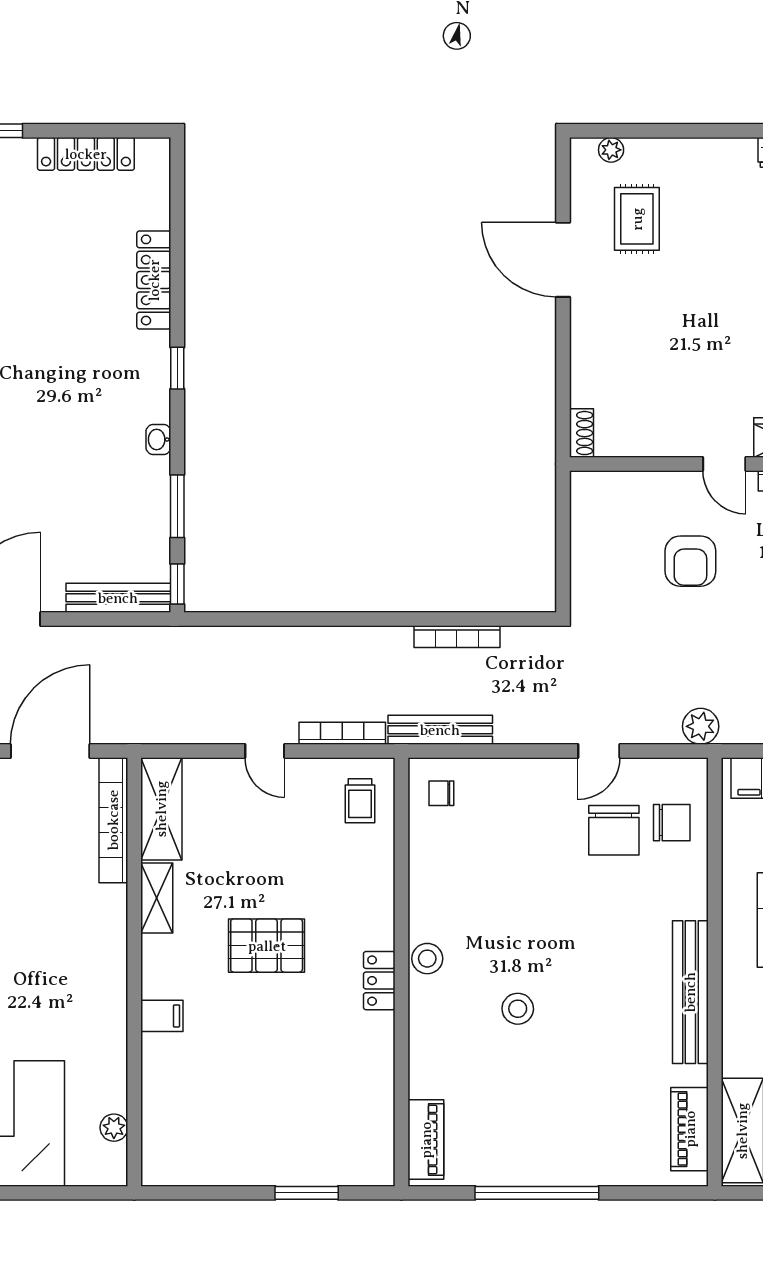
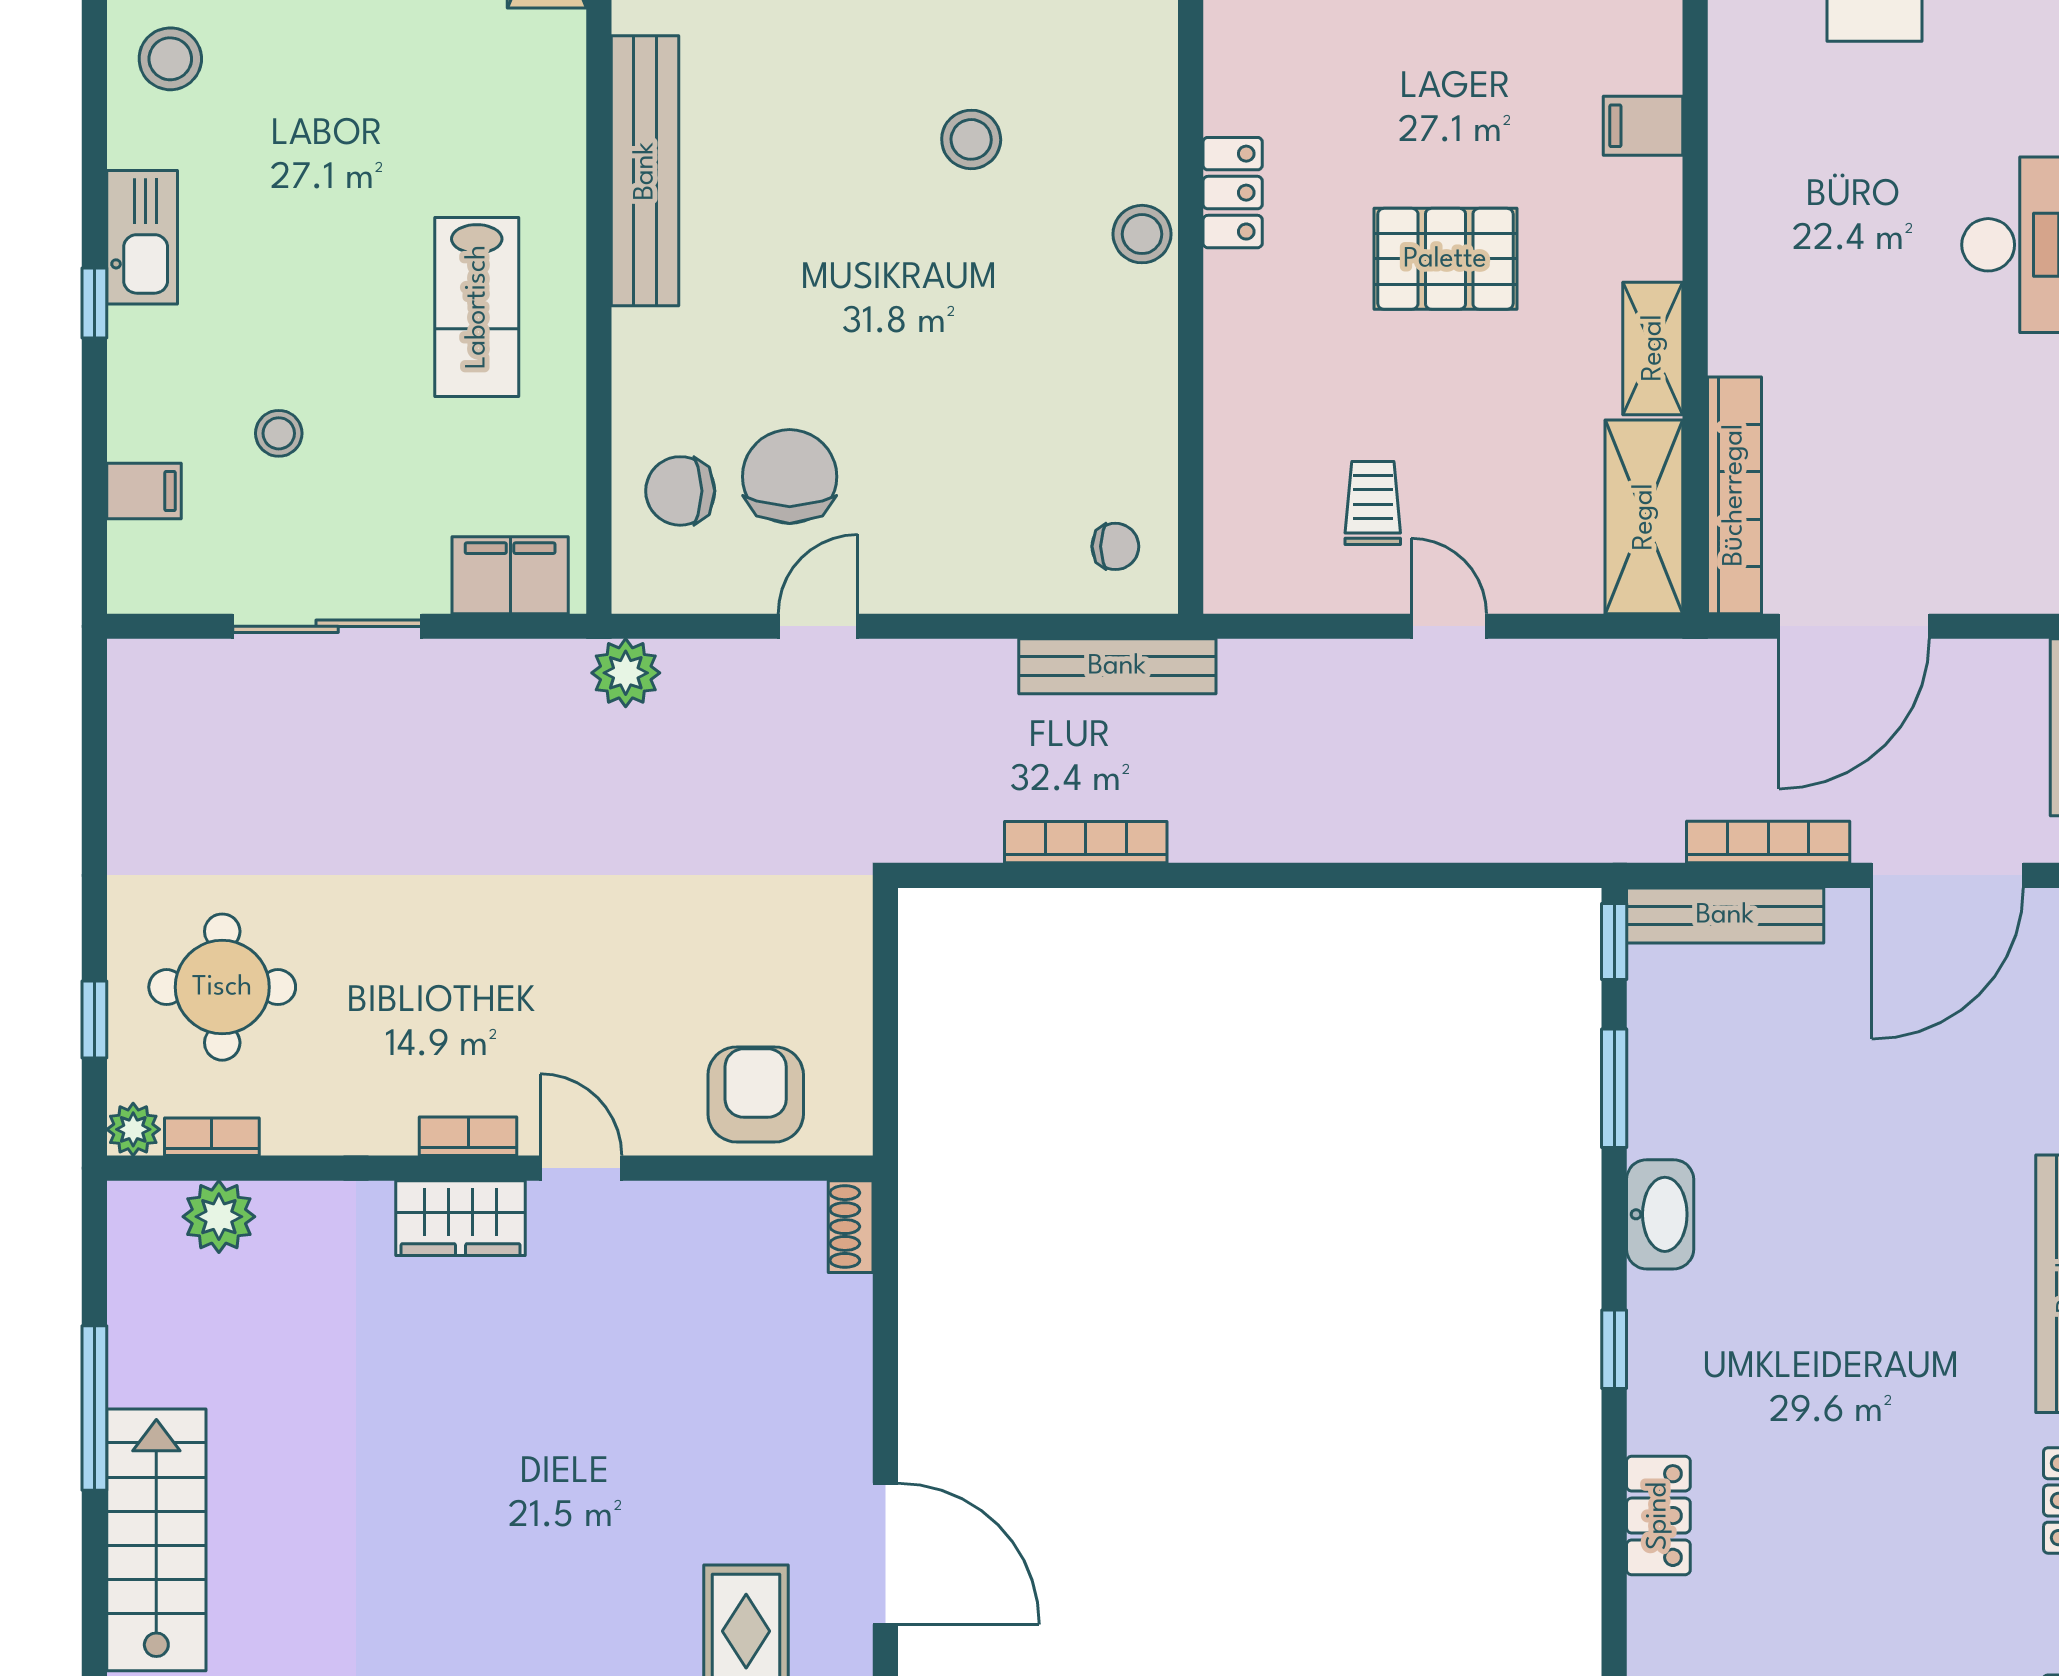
locker: (154, 280) -> (1658, 1516), width x0.66
washbasin: (158, 439) -> (1660, 1214), width x1.91, depth x1.45
armchair: (690, 561) -> (756, 1094), moved
bookcase: (342, 733) -> (1768, 842), moved, turned 180
trolley: (360, 801) -> (1373, 503), moved

